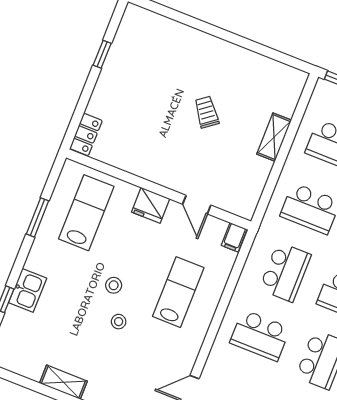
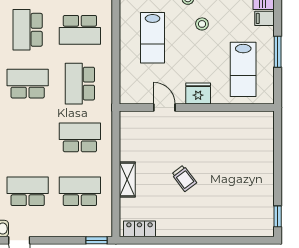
window: (102, 54) -> (278, 216), moved
locker: (86, 134) -> (139, 229), moved, turned 90
filing cabinet: (234, 237) -> (265, 18), moved, turned -90
school desk: (260, 335) -> (80, 30), turned 180

